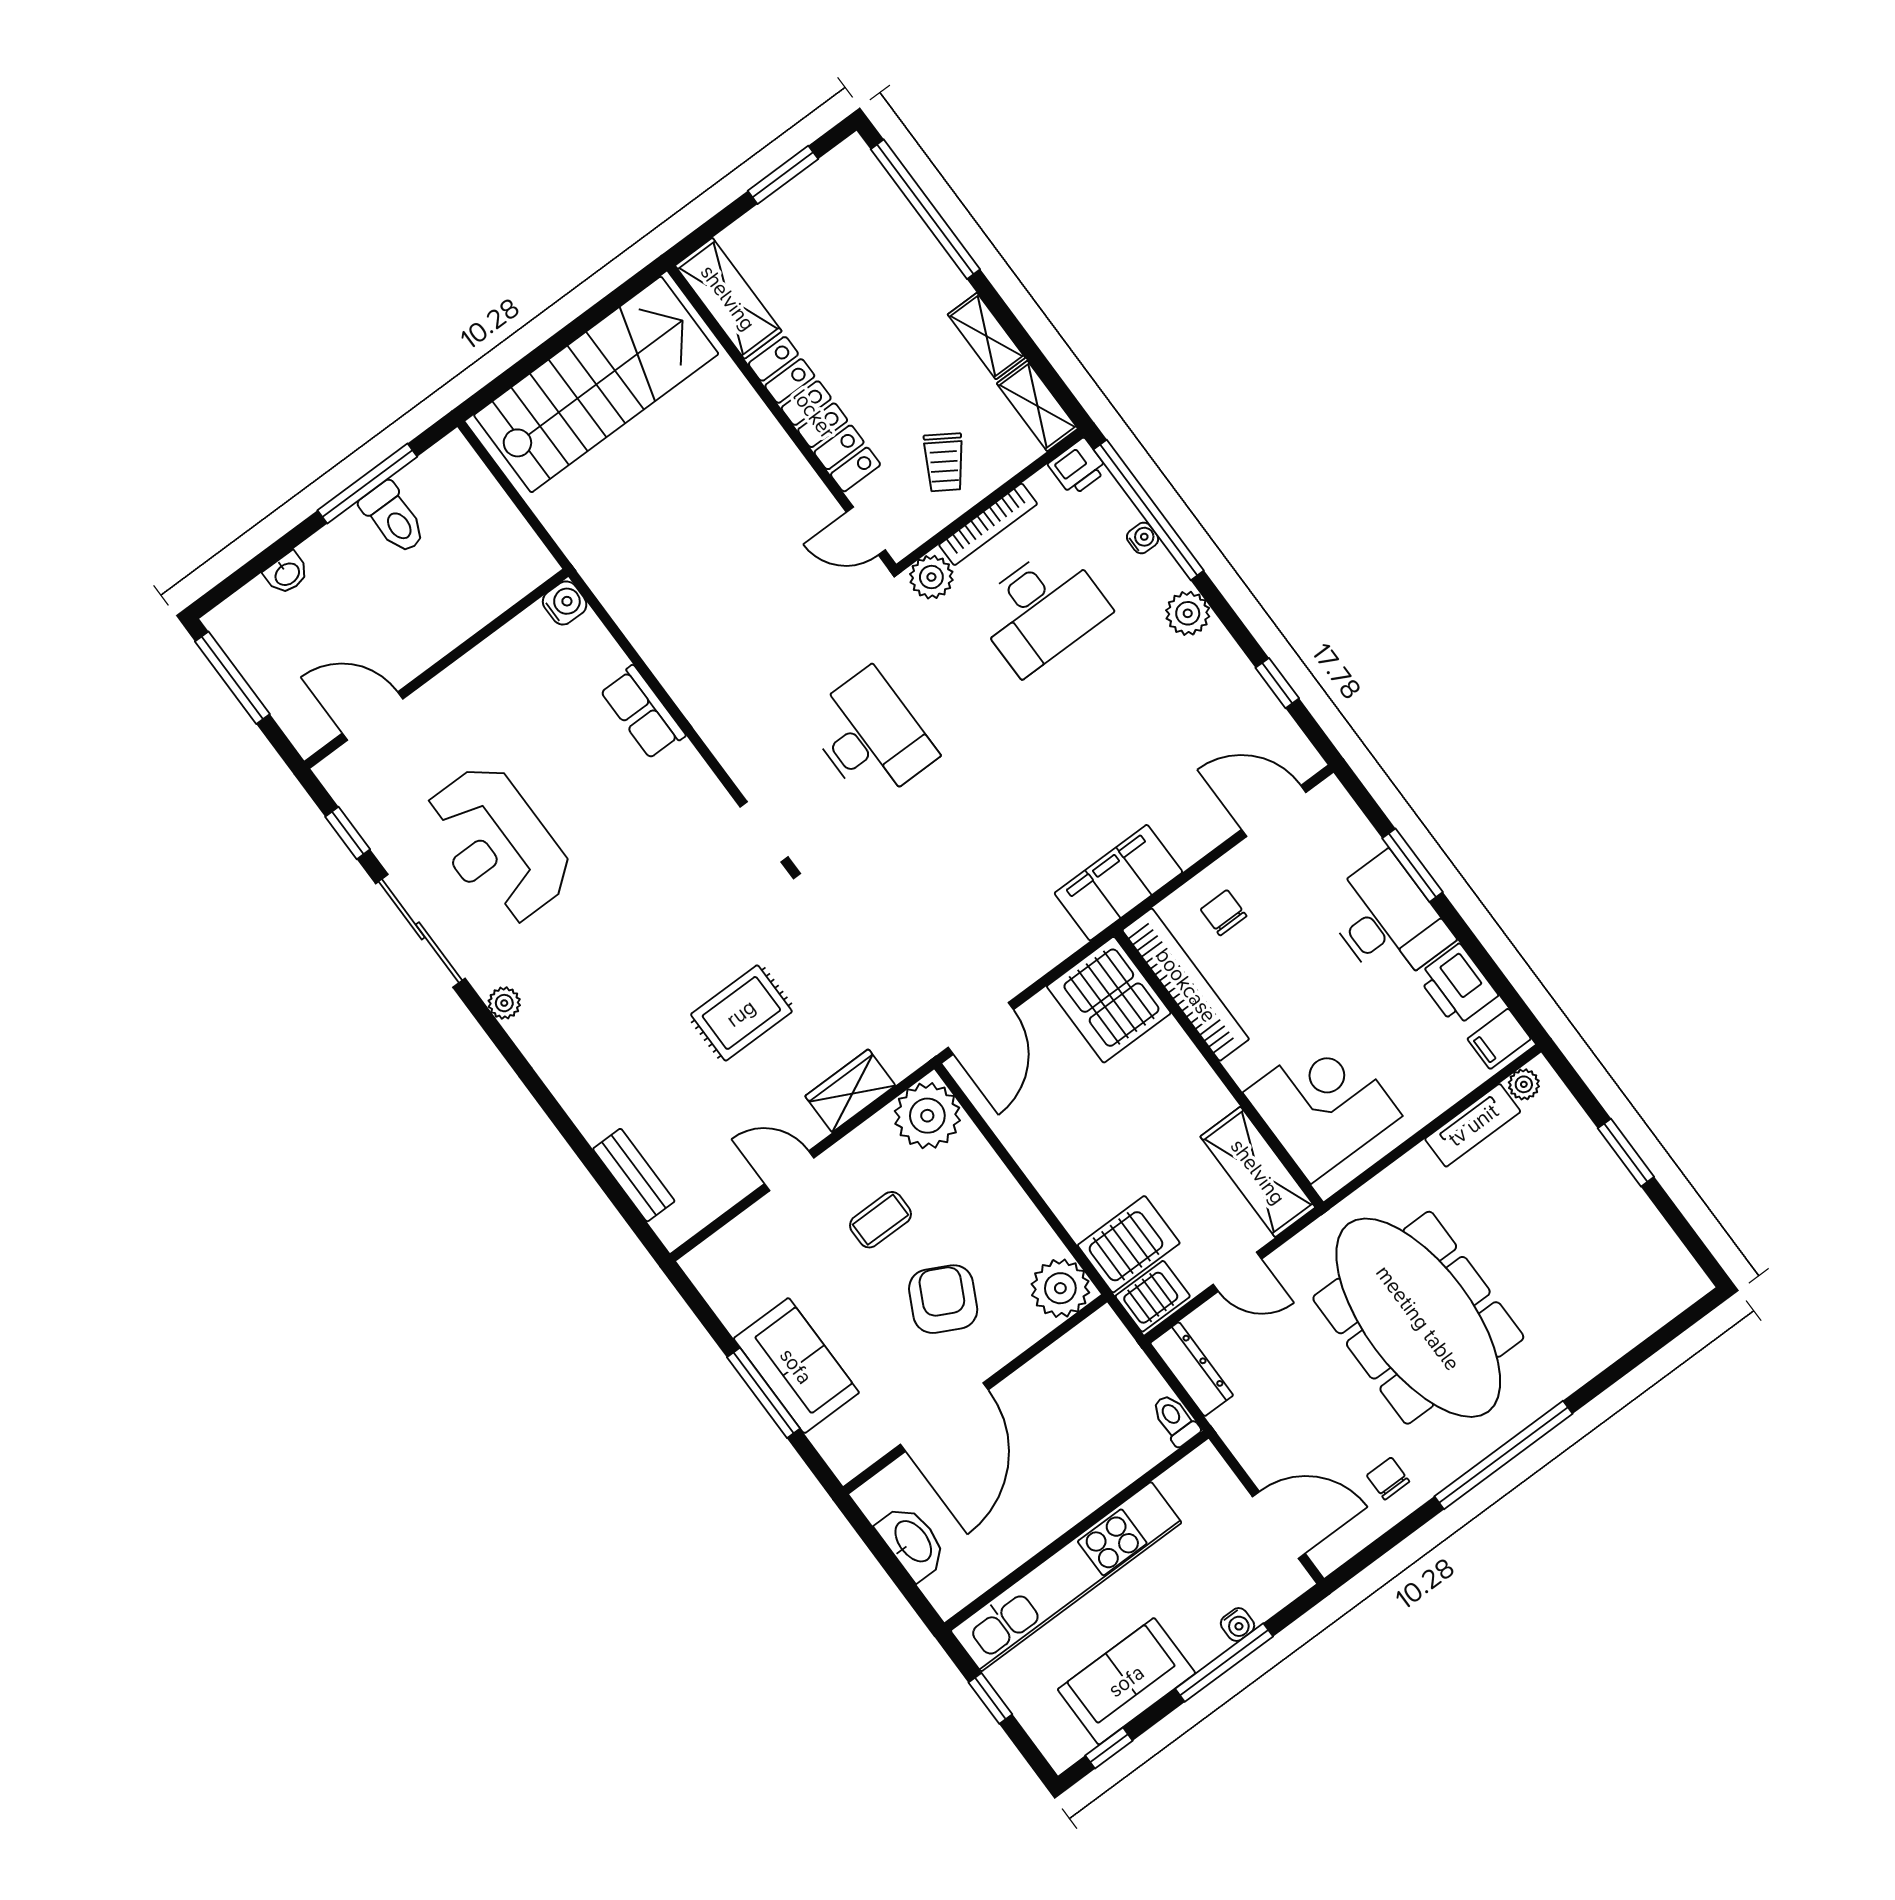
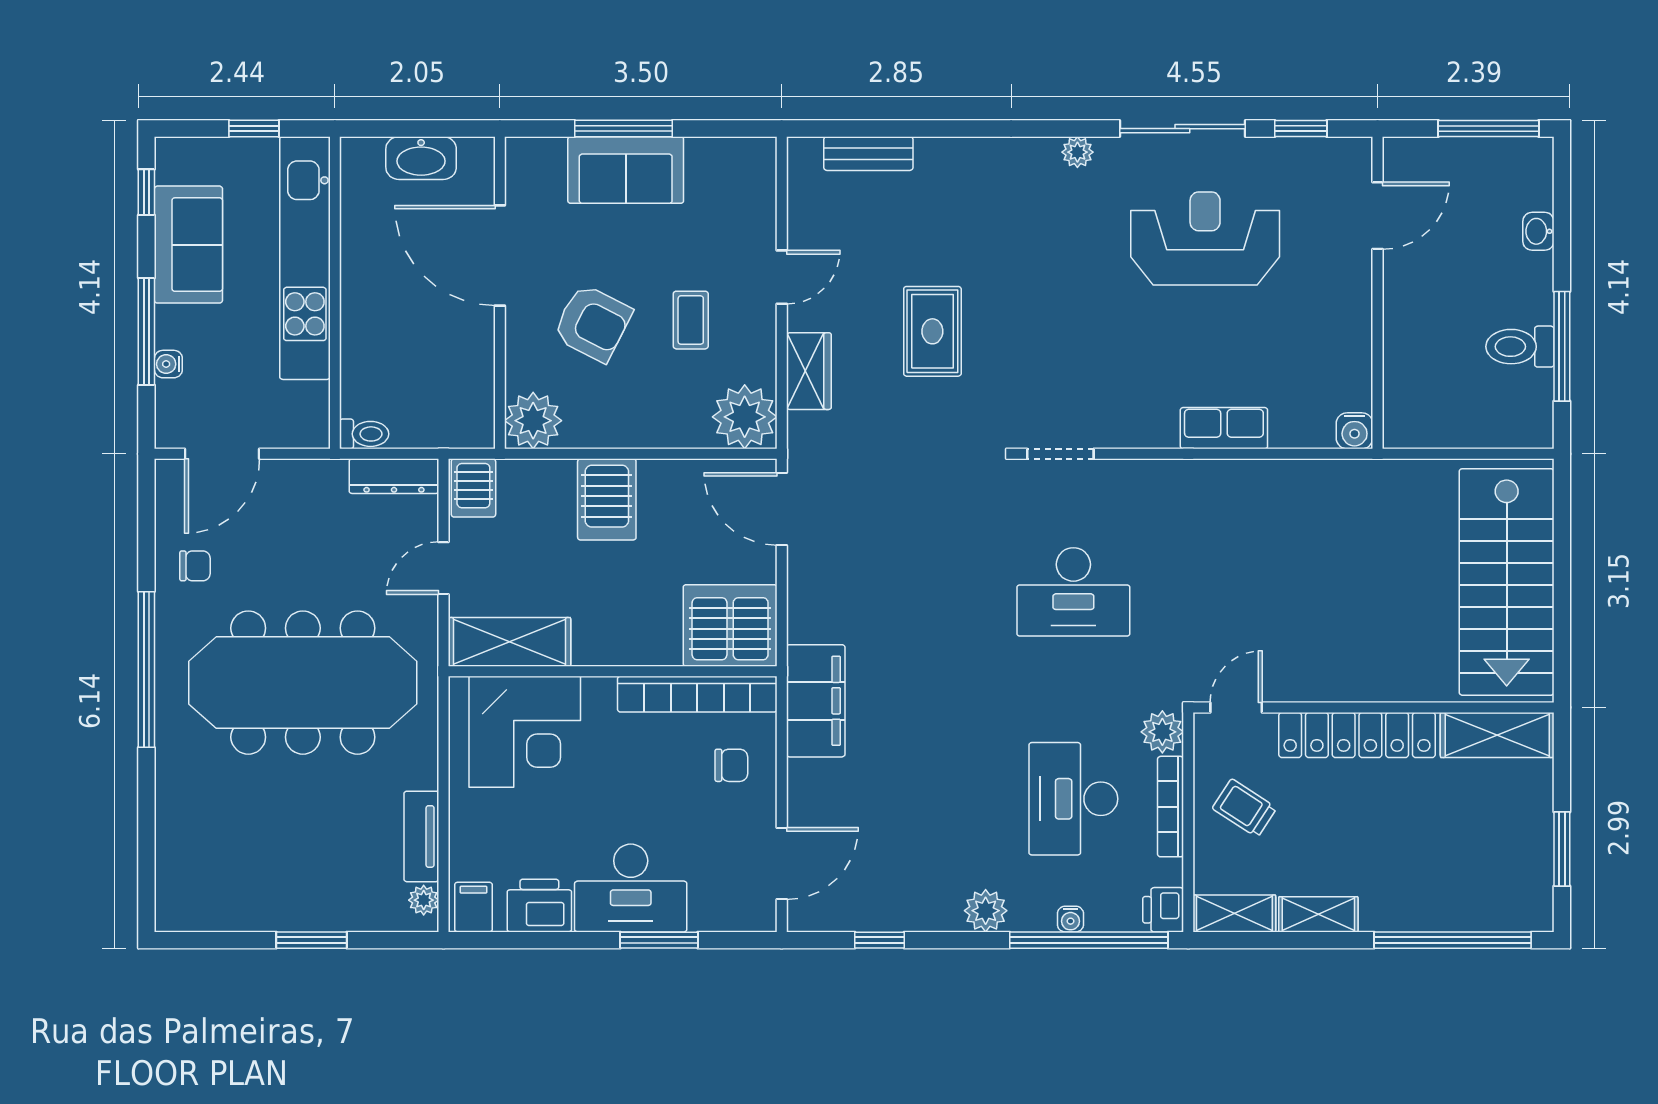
server rack: (1129, 1244) -> (607, 499), moved

